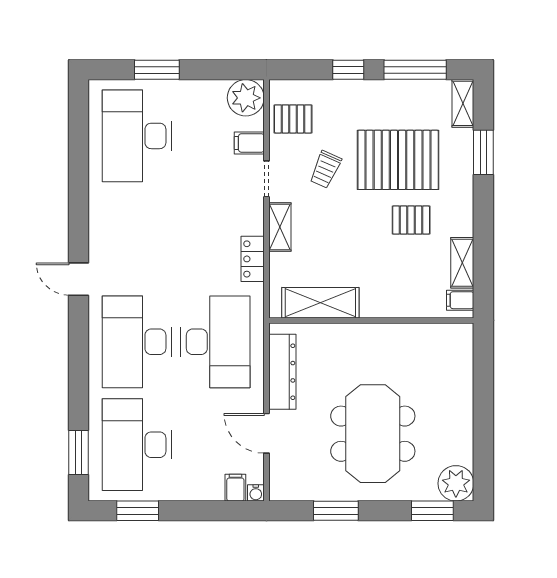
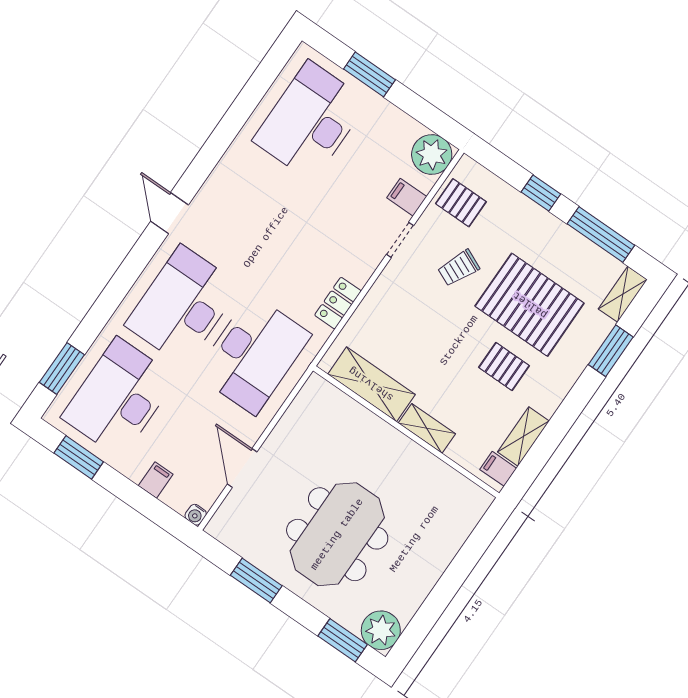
shelving: (280, 227) -> (427, 428), moved, turned 90
dresser: (282, 372) -> (295, 423), removed
filing cabinet: (235, 488) -> (156, 480), moved

